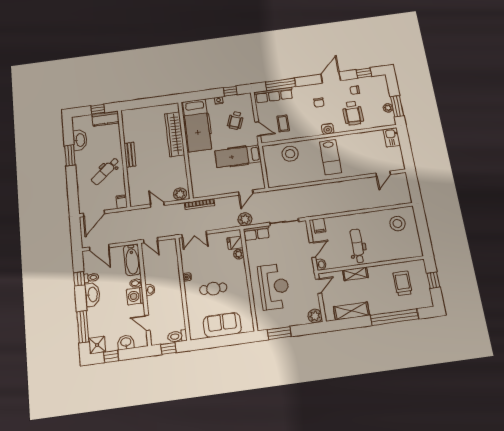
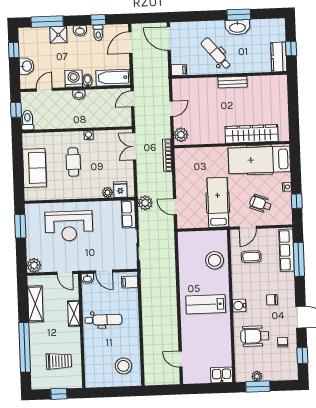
washbasin: (80, 140) -> (237, 27), moved
washbasin: (92, 295) -> (80, 31), width x0.52, depth x0.69
shower: (97, 345) -> (58, 35), moved

